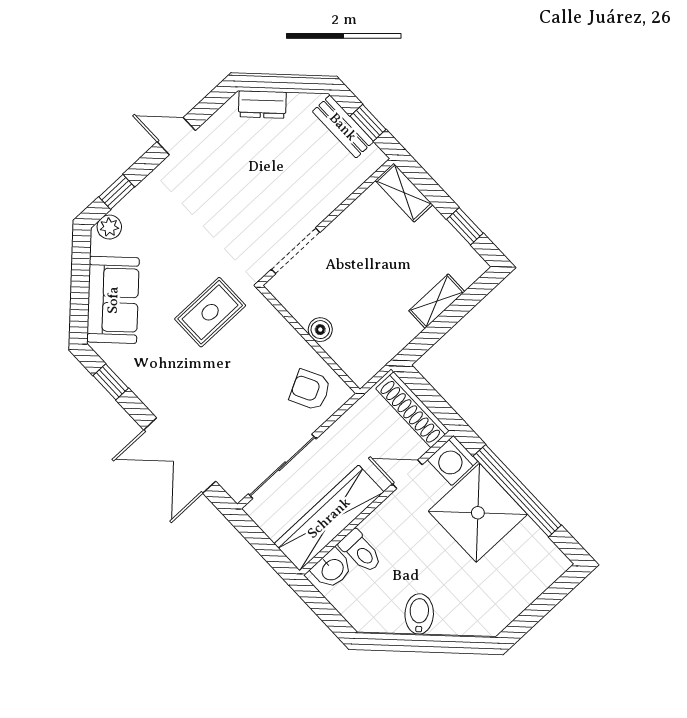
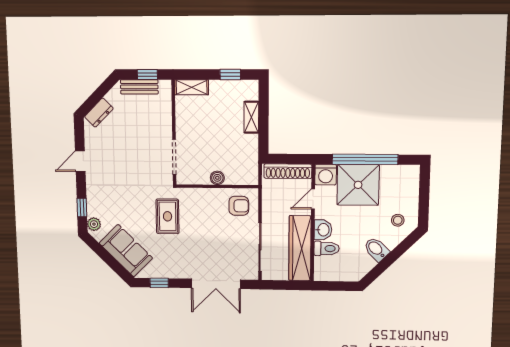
armchair: (310, 390) -> (239, 206), turned -153
washbasin: (332, 569) -> (323, 230), moved
stool: (481, 604) -> (398, 220), added

